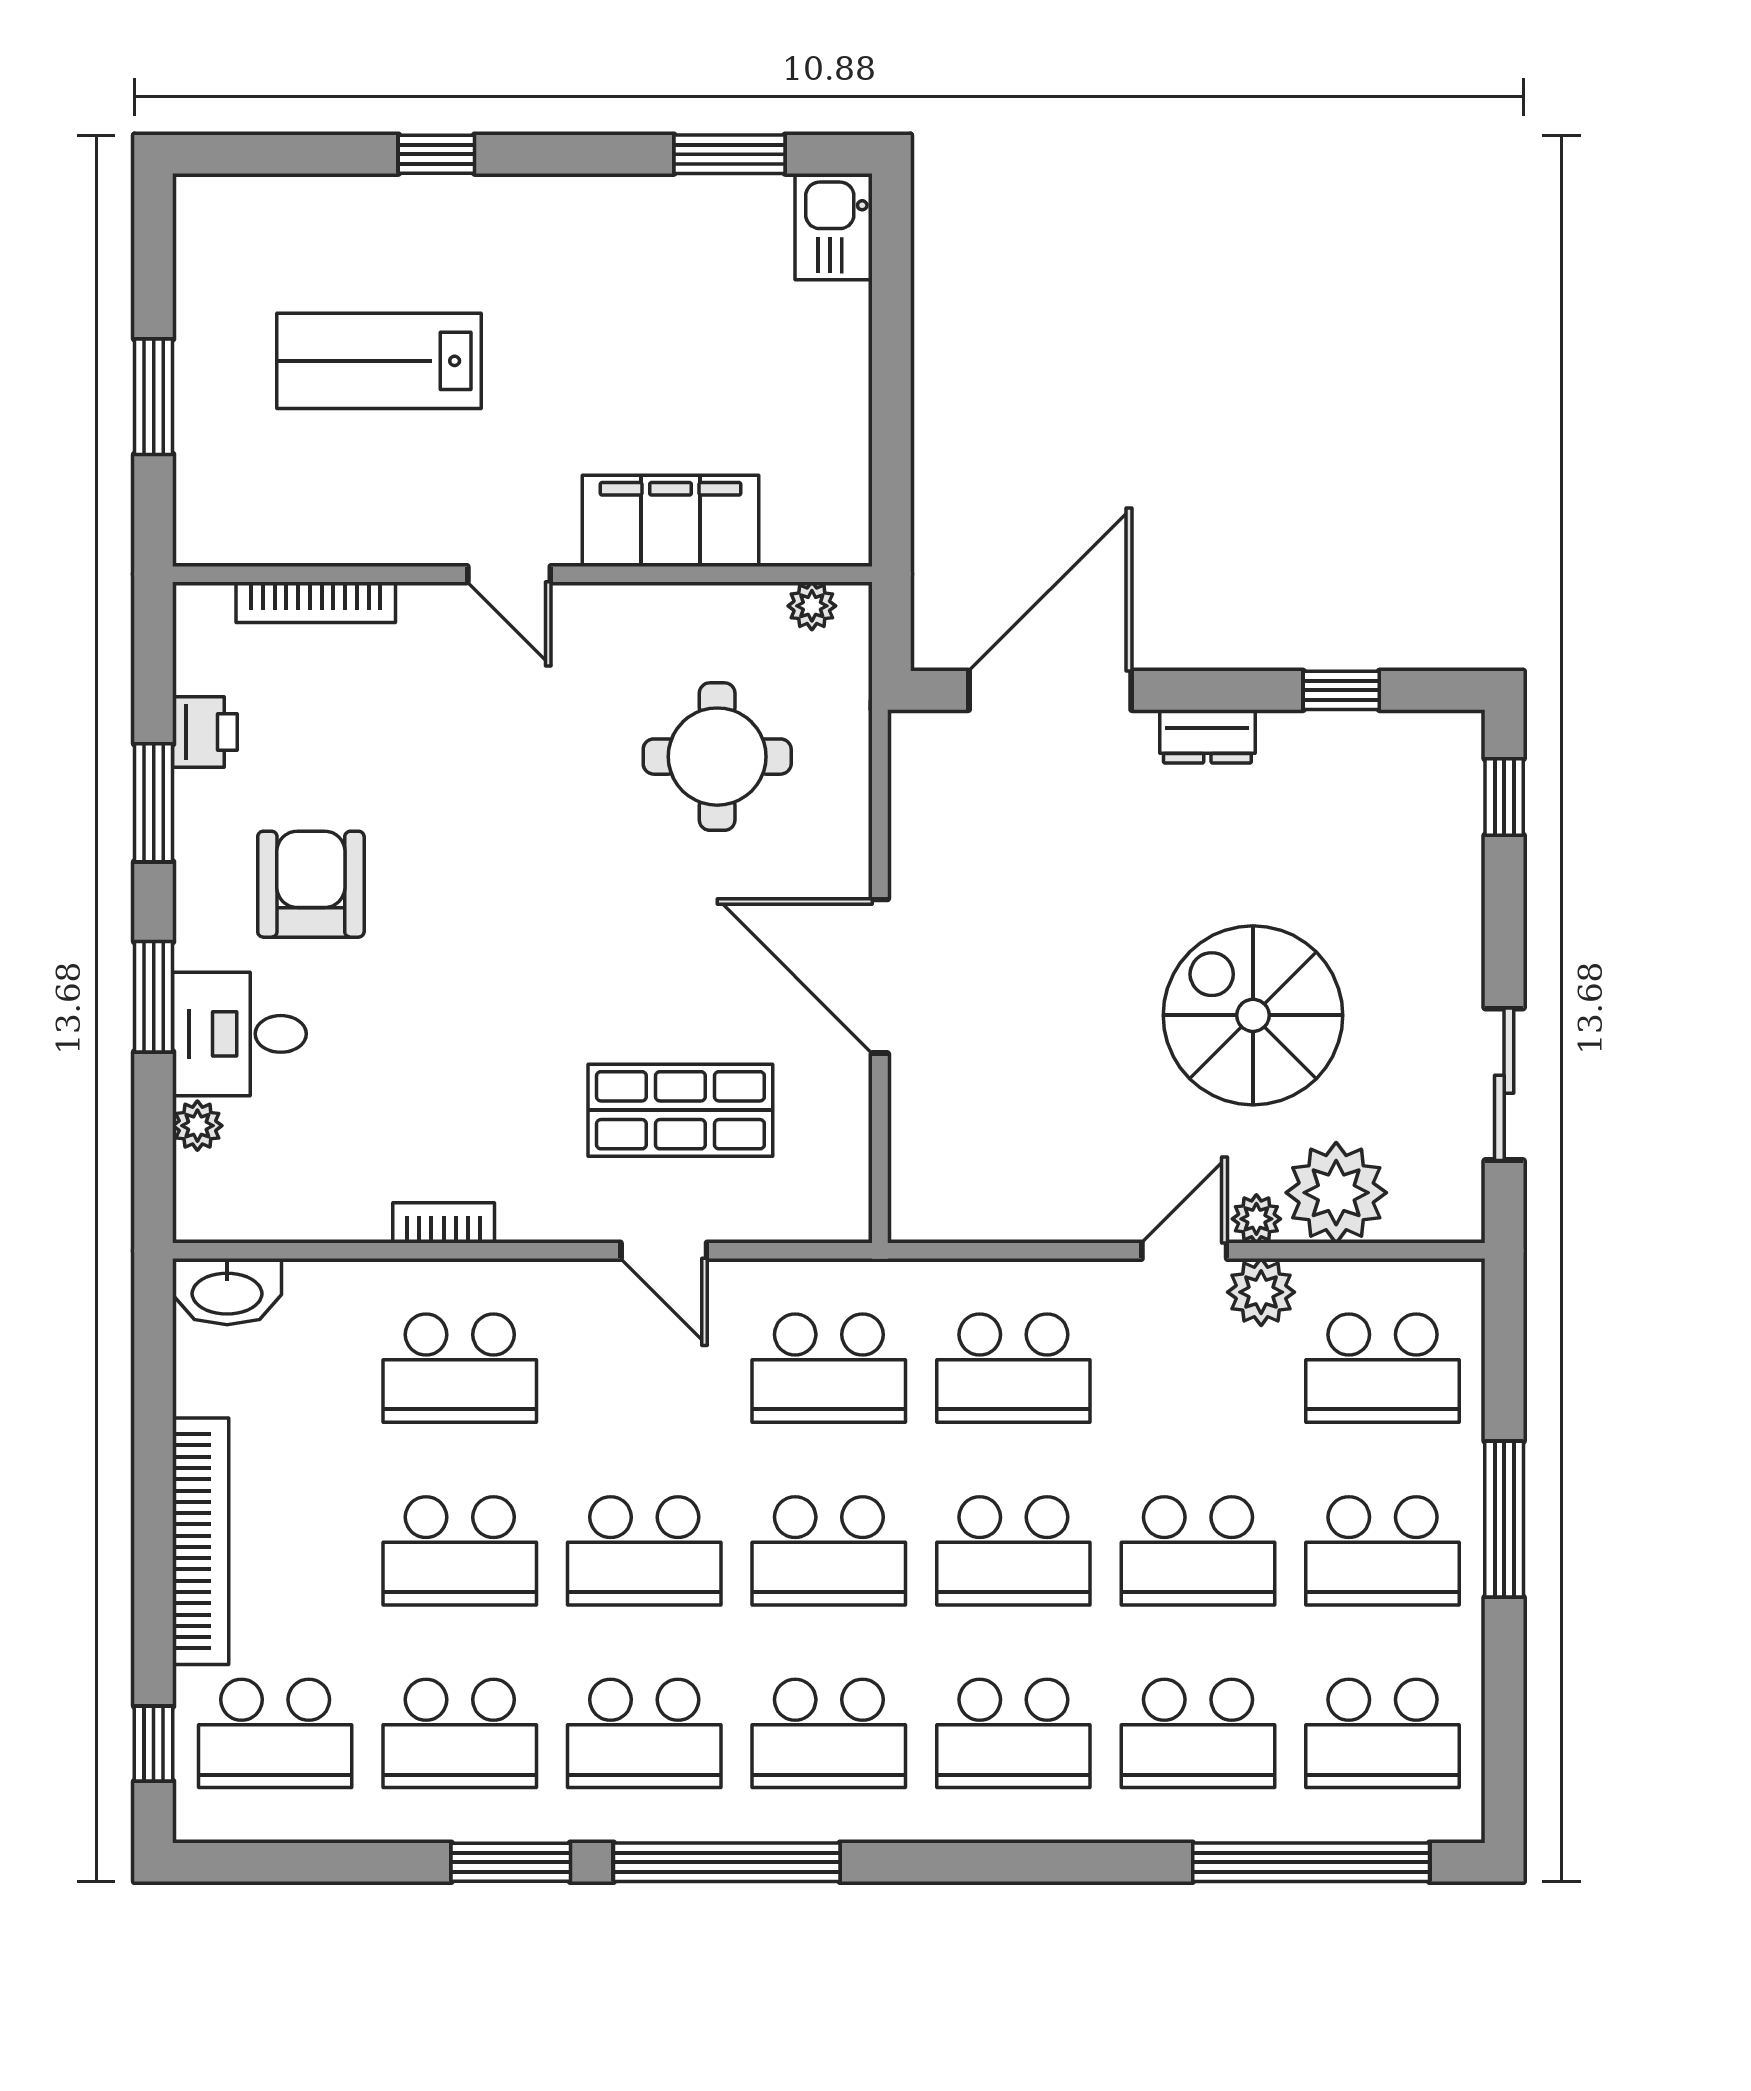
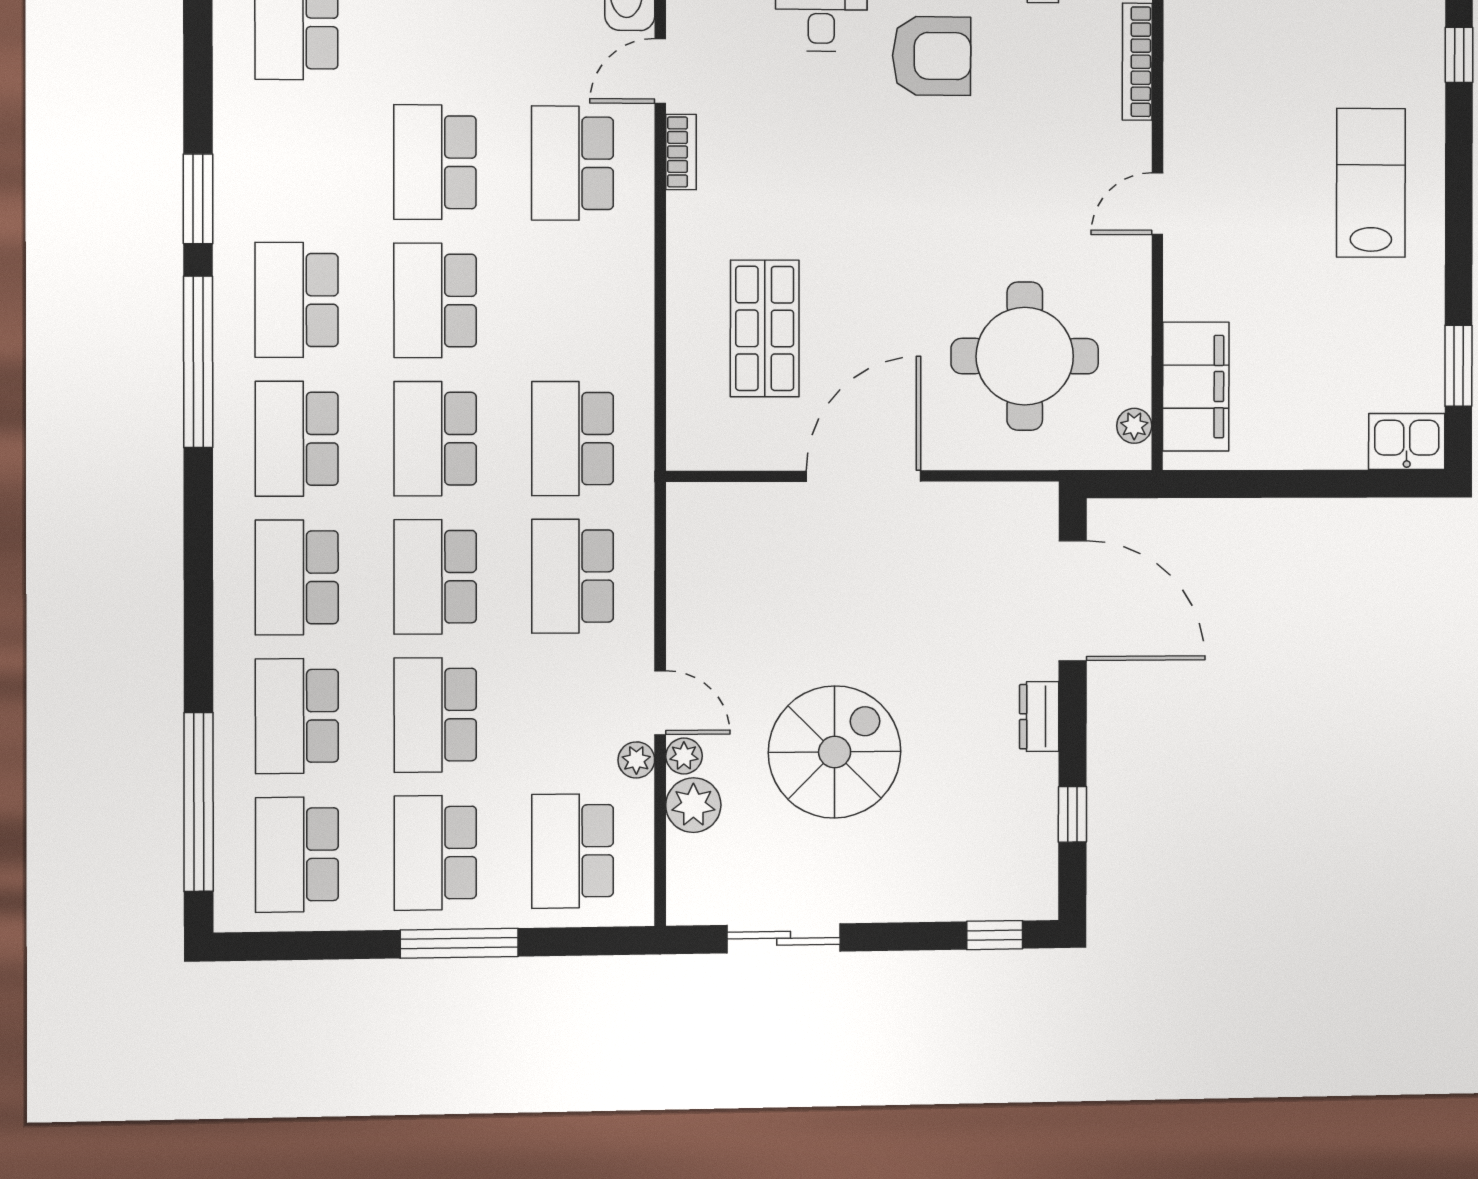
window: (436, 154) -> (1459, 55), moved
lab bench: (379, 361) -> (1371, 183), moved
filing cabinet: (671, 521) -> (1196, 387), moved
round table: (717, 757) -> (1025, 356), width x1.36, depth x1.36
plant: (1336, 1193) -> (693, 805), width x0.73, depth x0.73
door: (664, 1251) -> (660, 71), moved
plant: (1261, 1292) -> (636, 760), width x0.73, depth x0.73
school desk: (460, 1733) -> (296, 161), removed

